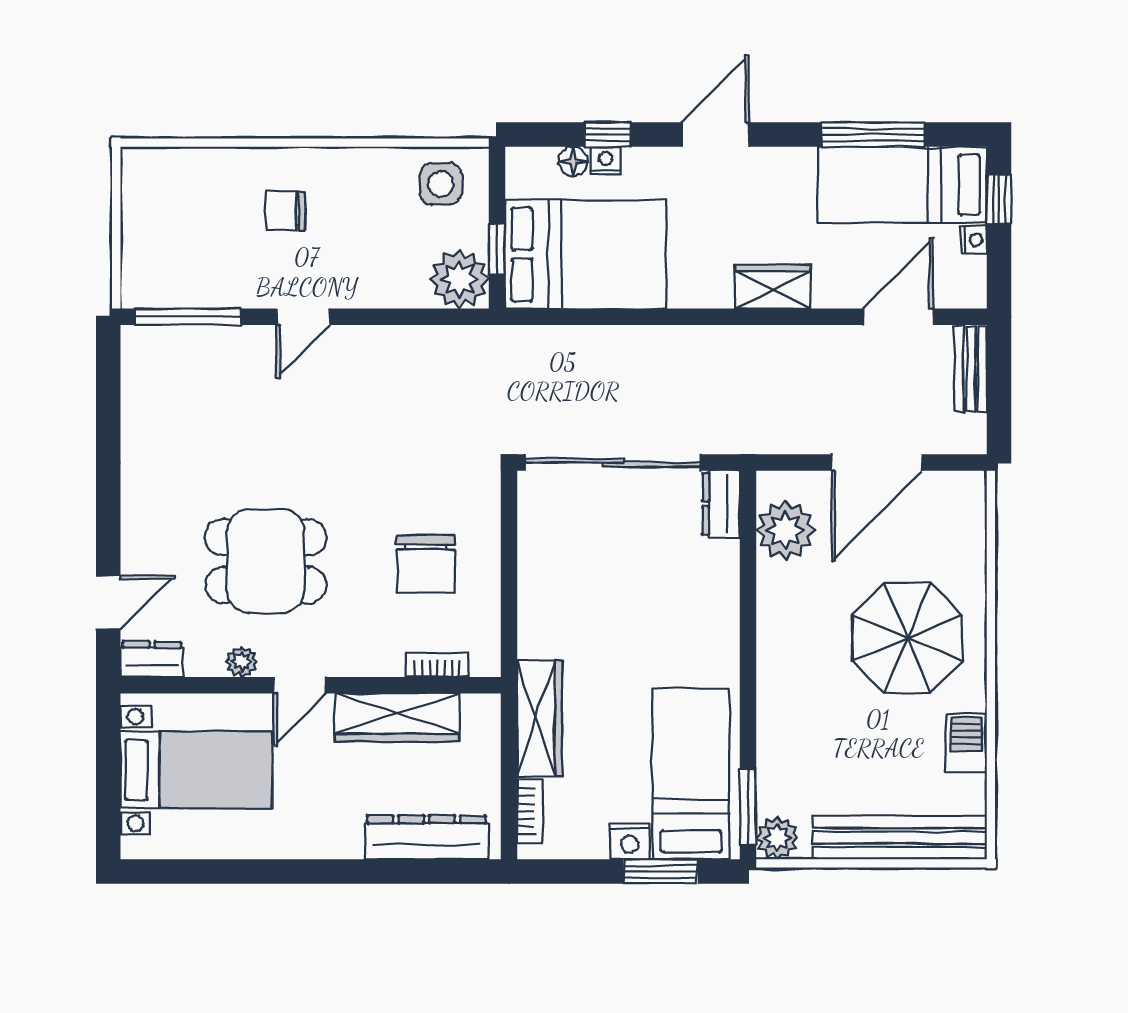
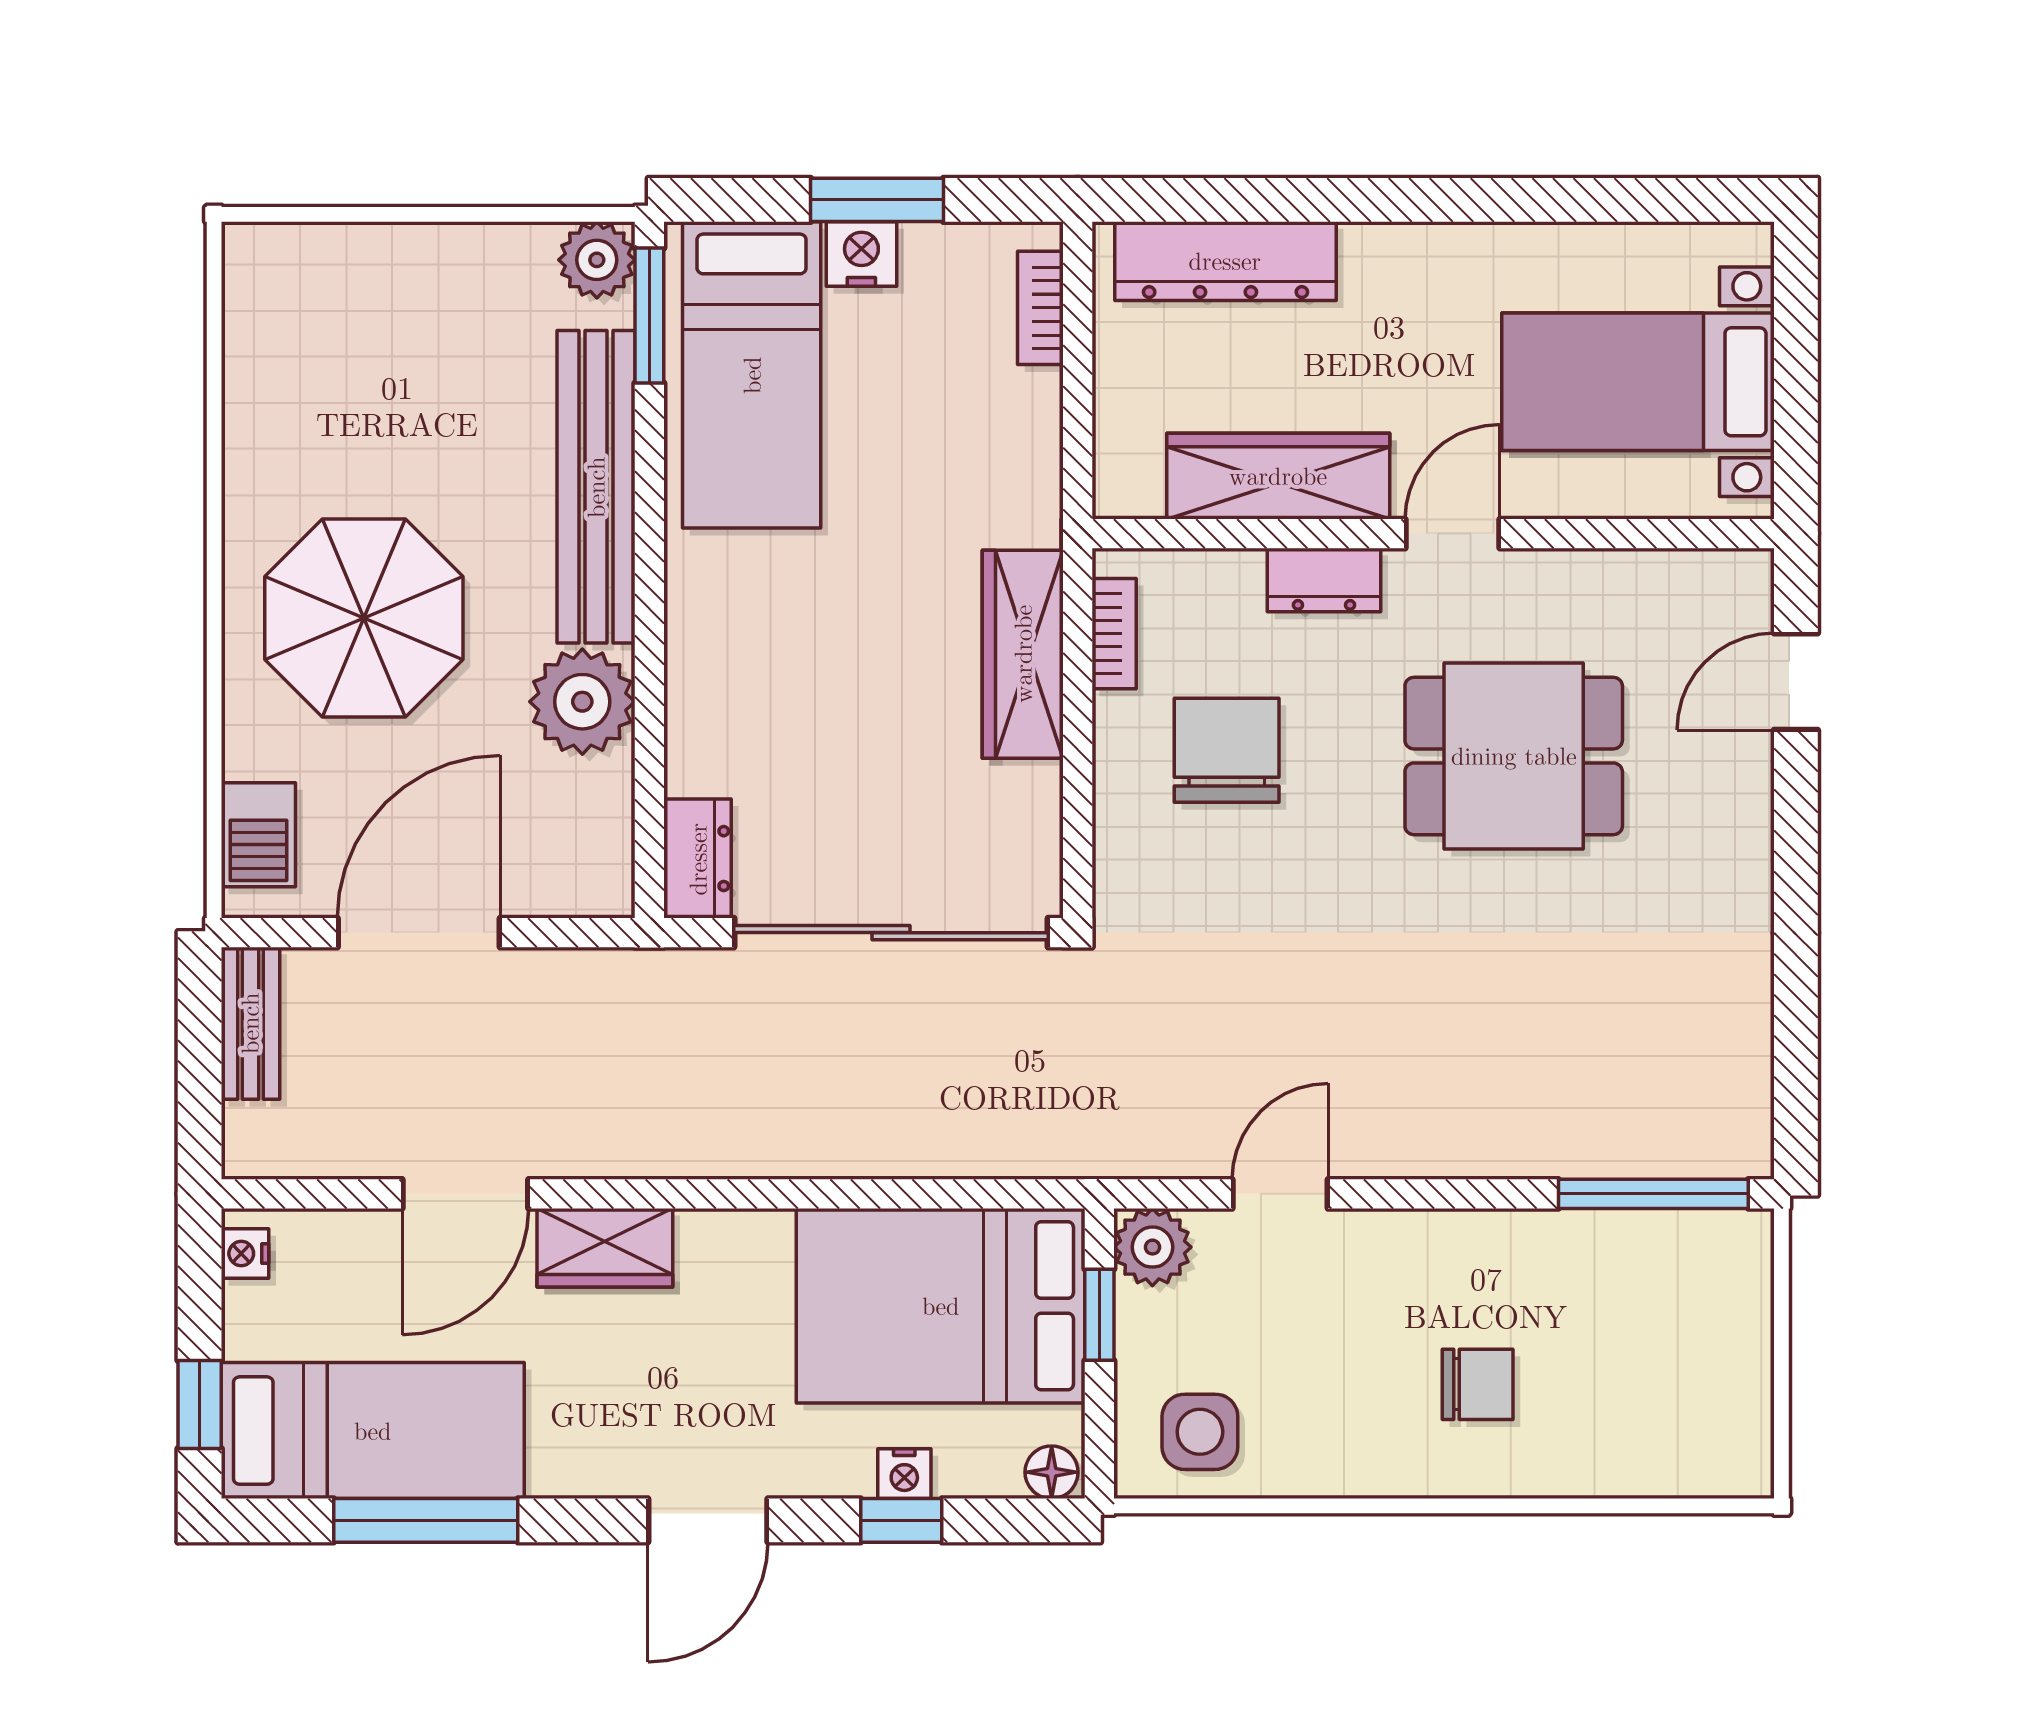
floor lamp: (573, 161) -> (1052, 1472), moved
nightstand: (974, 240) -> (245, 1254), moved
plant: (459, 279) -> (1152, 1247), width x0.73, depth x0.73
door: (303, 317) -> (1280, 1194), moved
door: (898, 317) -> (465, 1194), moved
bench: (971, 369) -> (250, 1023), moved
plant: (785, 530) -> (582, 702), moved
dresser: (152, 659) -> (1324, 580), moved
plant: (242, 662) -> (1556, 576), removed
bookcase: (437, 665) -> (1114, 634), moved, turned -90
wardrobe: (540, 718) -> (1023, 654), moved
barbecue: (966, 743) -> (258, 835), moved
bench: (900, 838) -> (596, 487), moved, turned 90
window: (661, 871) -> (877, 200), moved

